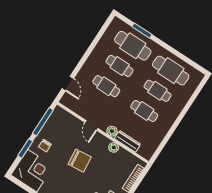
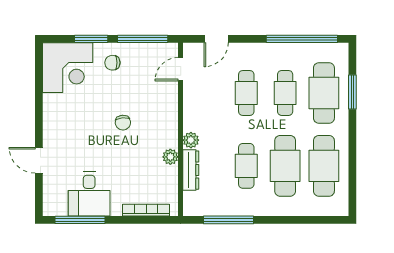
window: (97, 39) -> (302, 39), added
cafe table: (157, 91) -> (285, 166), width x1.37, depth x1.35
door: (91, 125) -> (181, 69), moved
window: (166, 139) -> (228, 220), added
chair: (80, 161) -> (123, 123), width x0.54, depth x0.54

